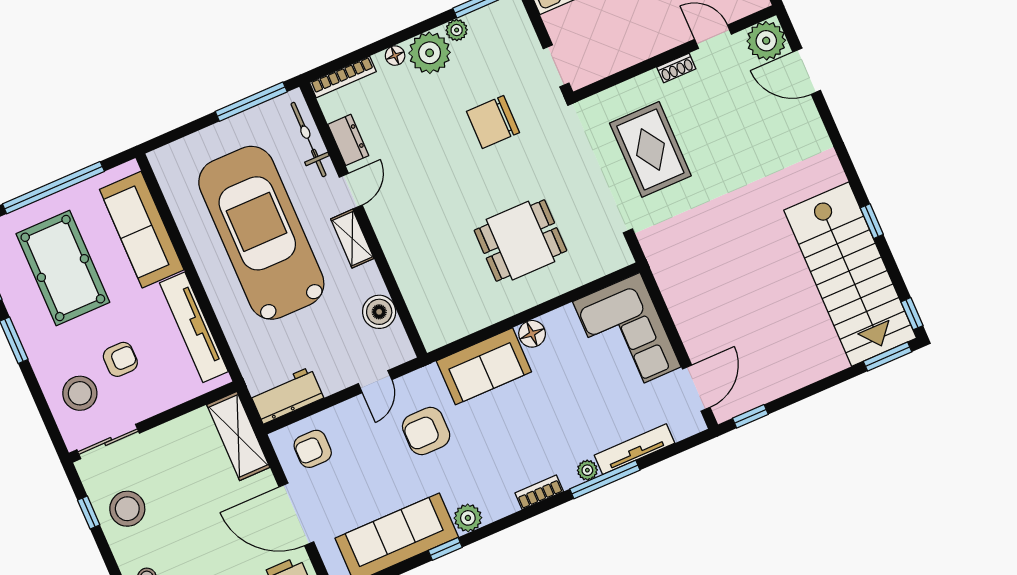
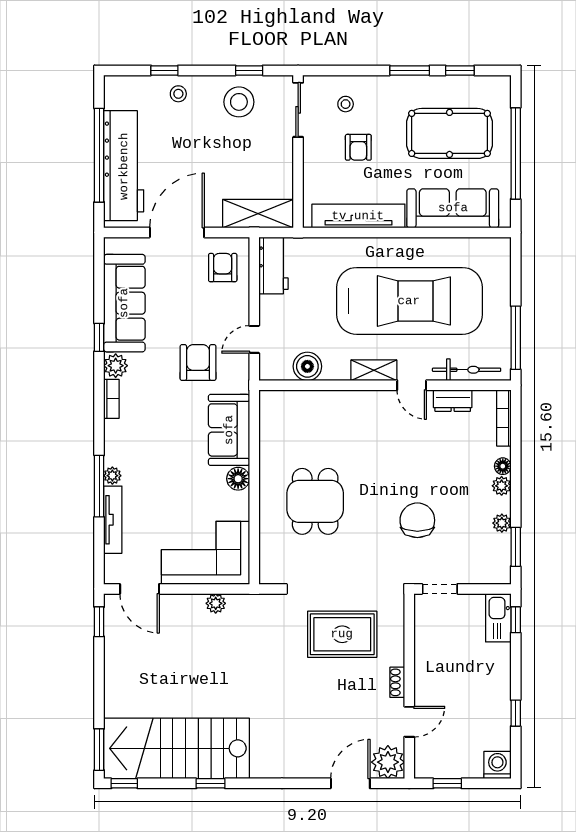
plant: (430, 53) -> (502, 486), width x0.53, depth x0.53
plant: (676, 300) -> (216, 603), added
door: (375, 382) -> (254, 339), hinge flipped
stool: (80, 393) -> (346, 104), width x0.53, depth x0.53
bookcase: (539, 492) -> (111, 399), moved

